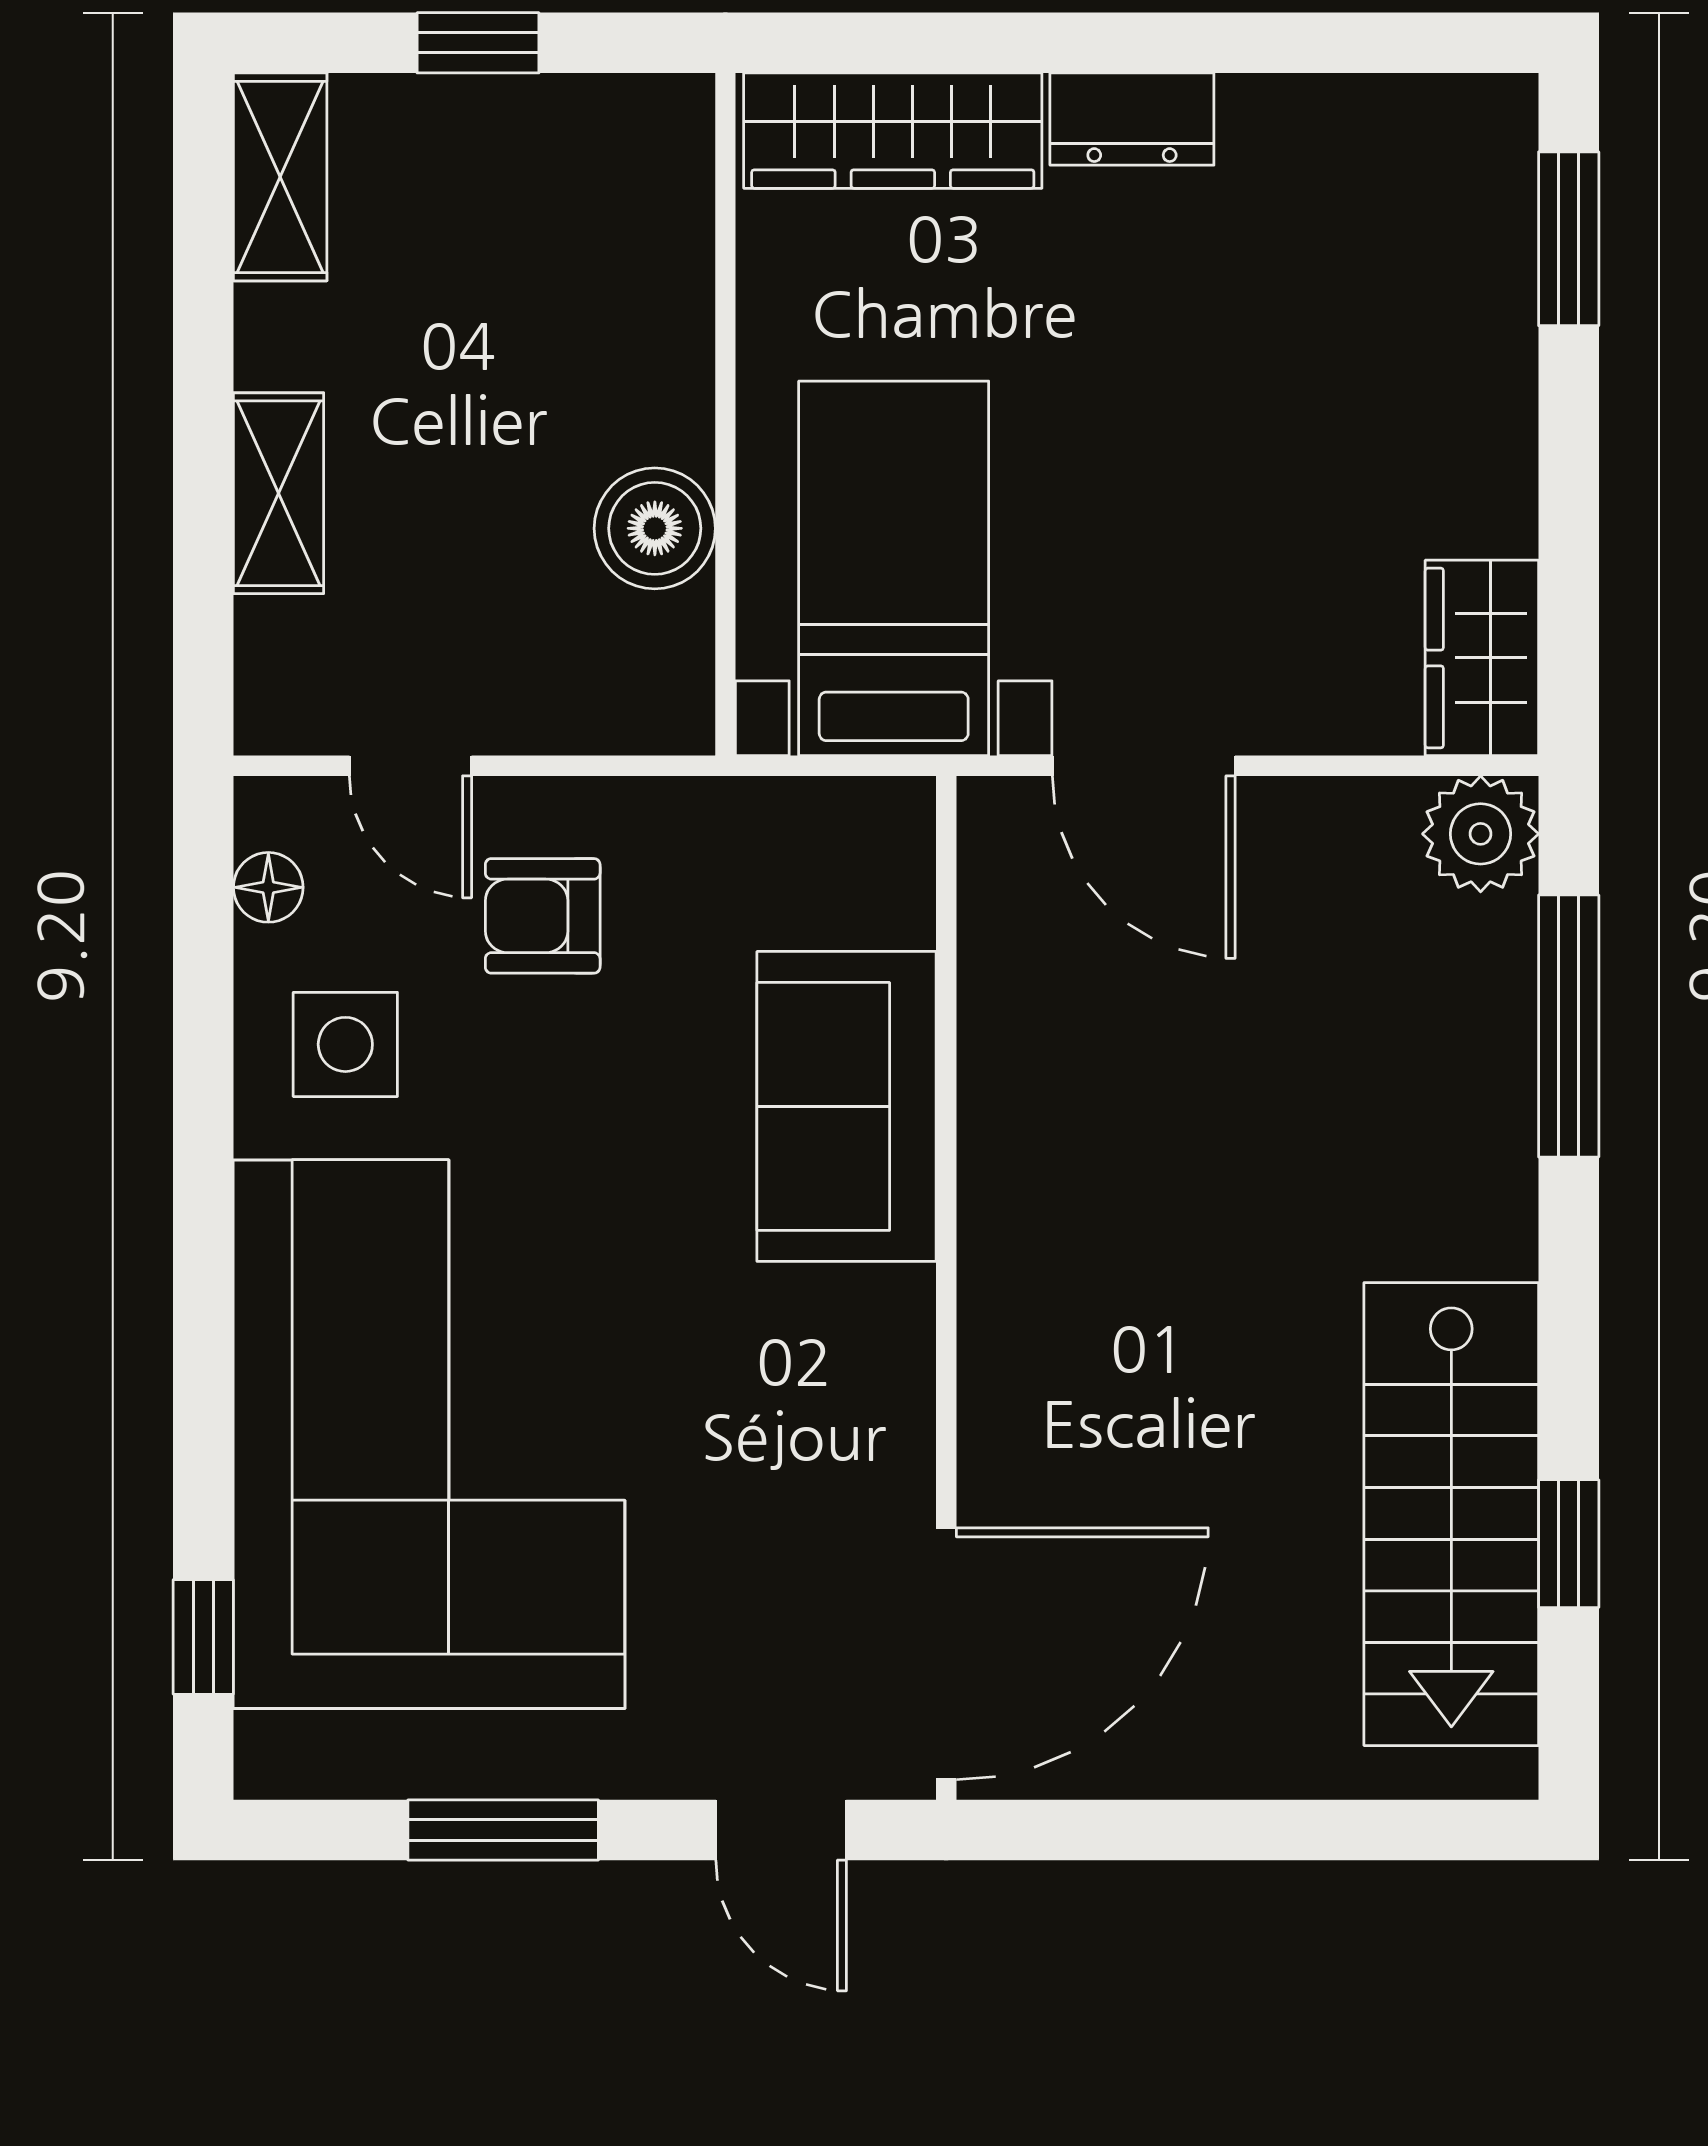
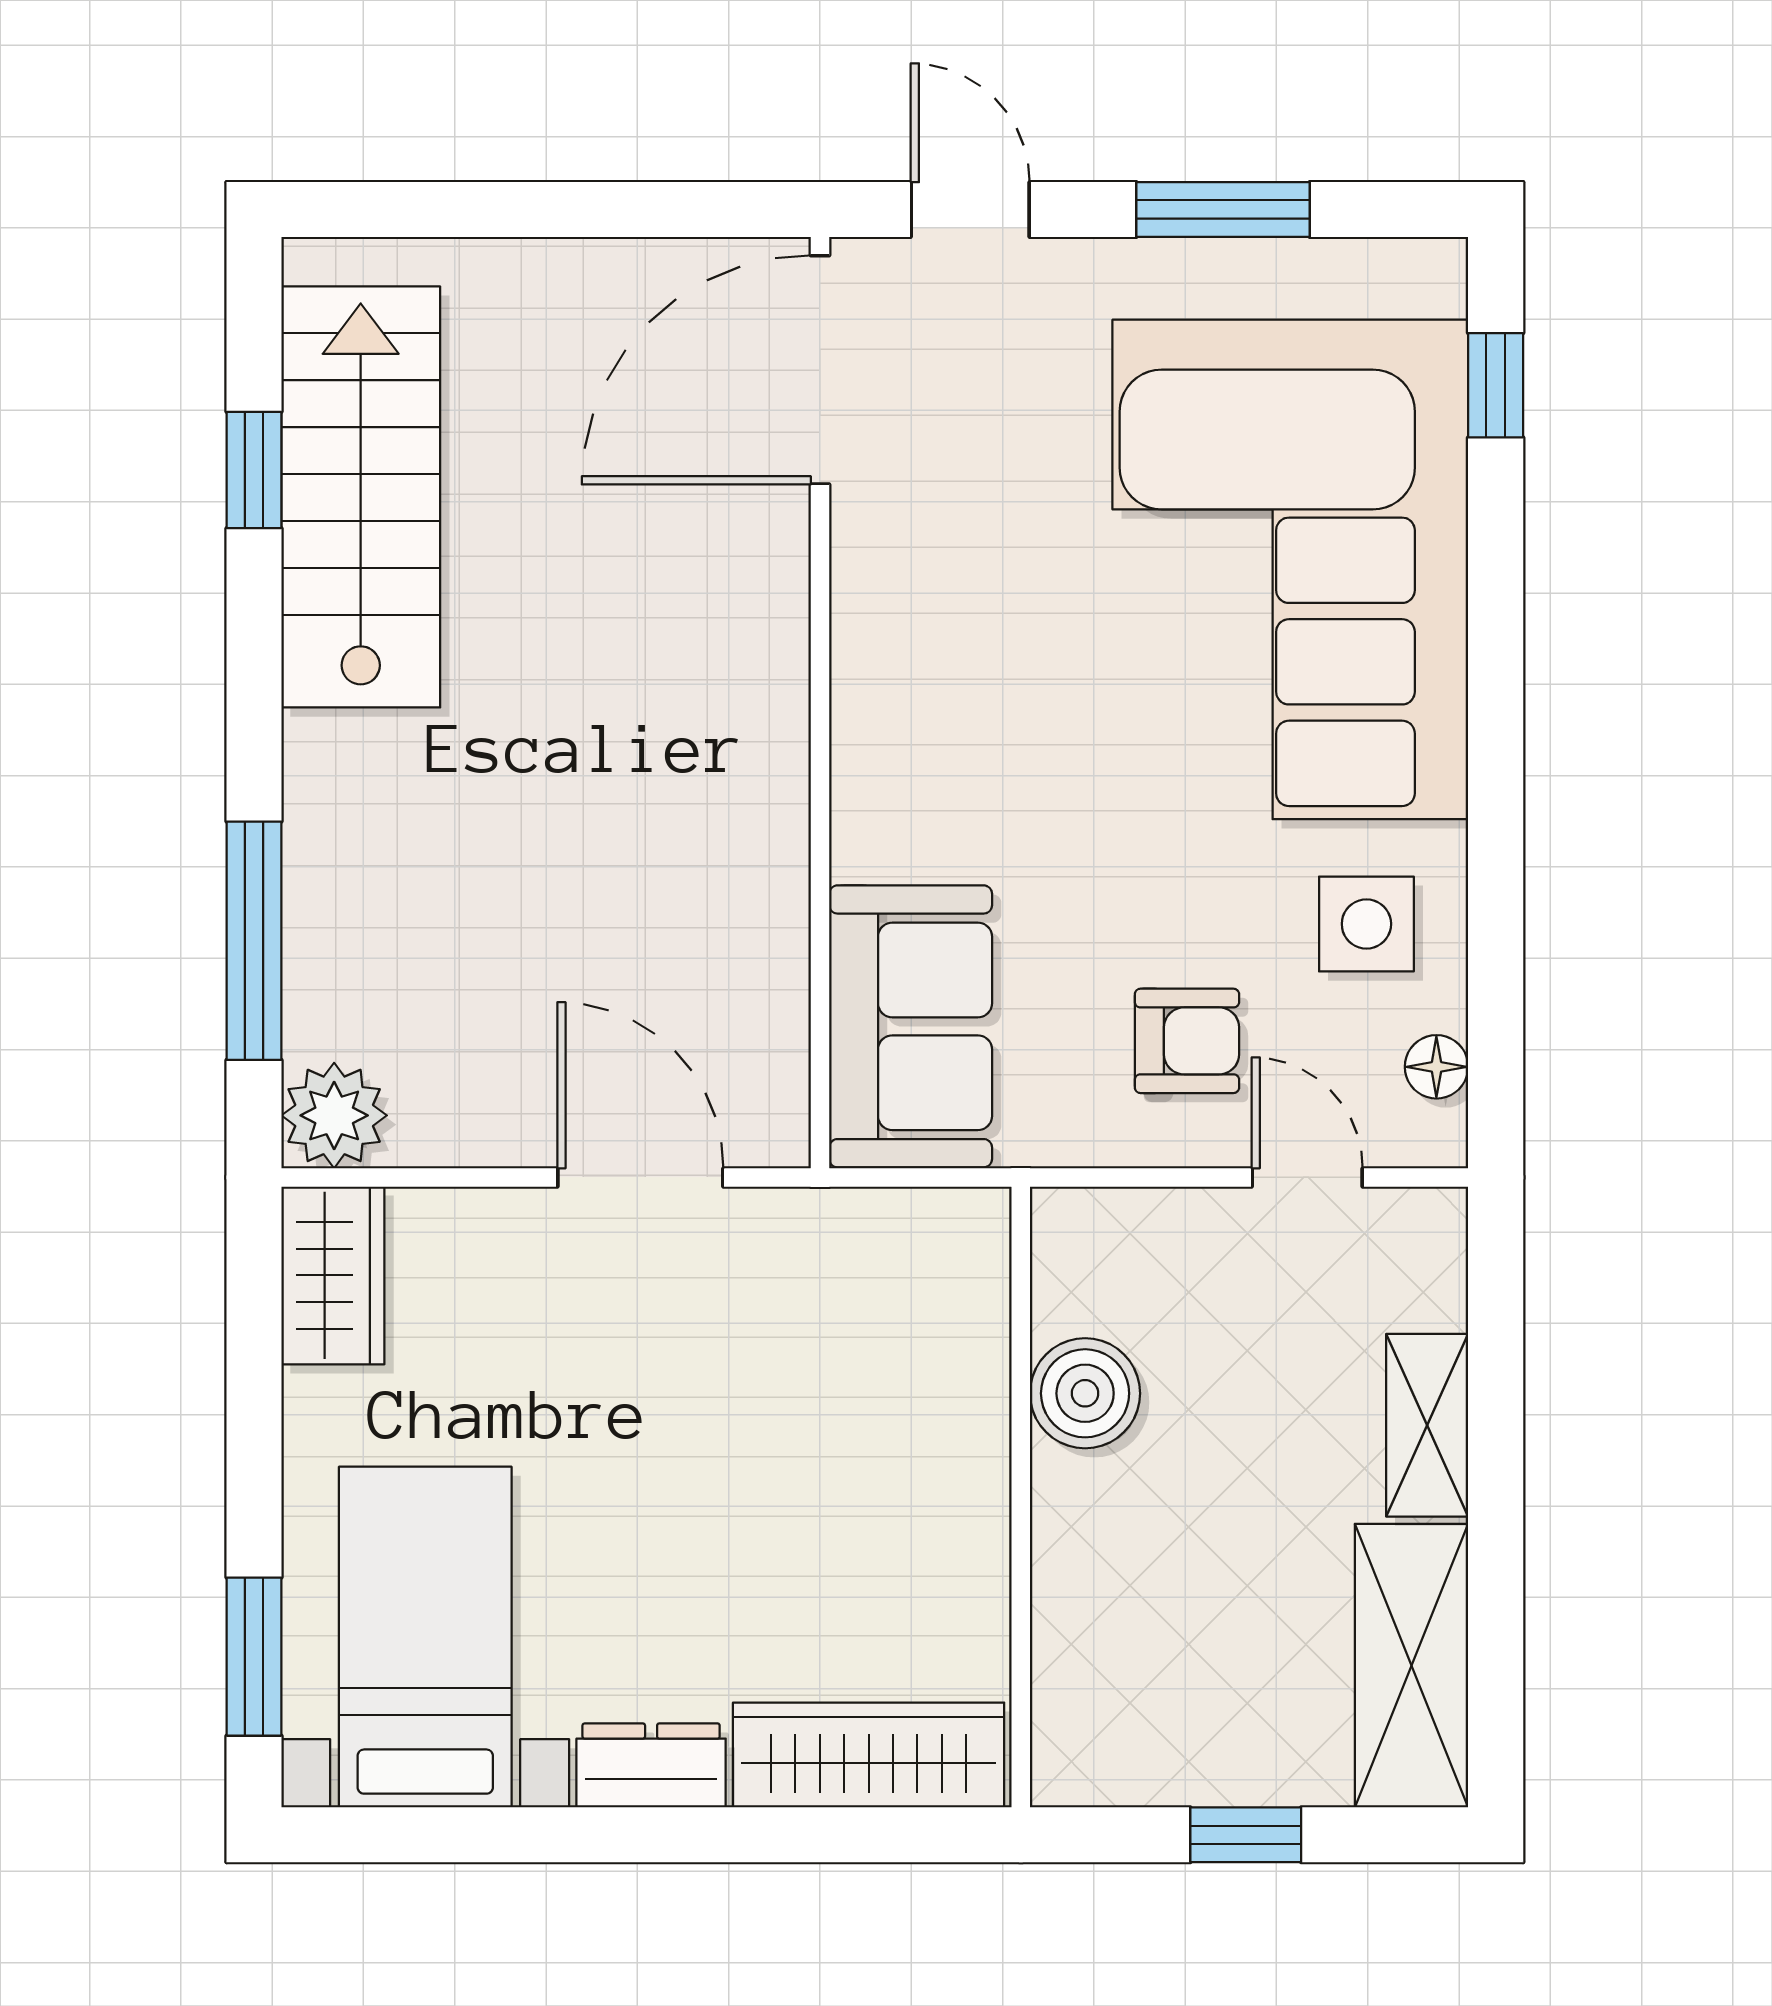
shelving: (280, 177) -> (1412, 1666), width x1.50, depth x1.33
bed with nightstands: (894, 568) -> (425, 1637), moved, turned 180
sofa: (847, 1106) -> (911, 1026), moved

